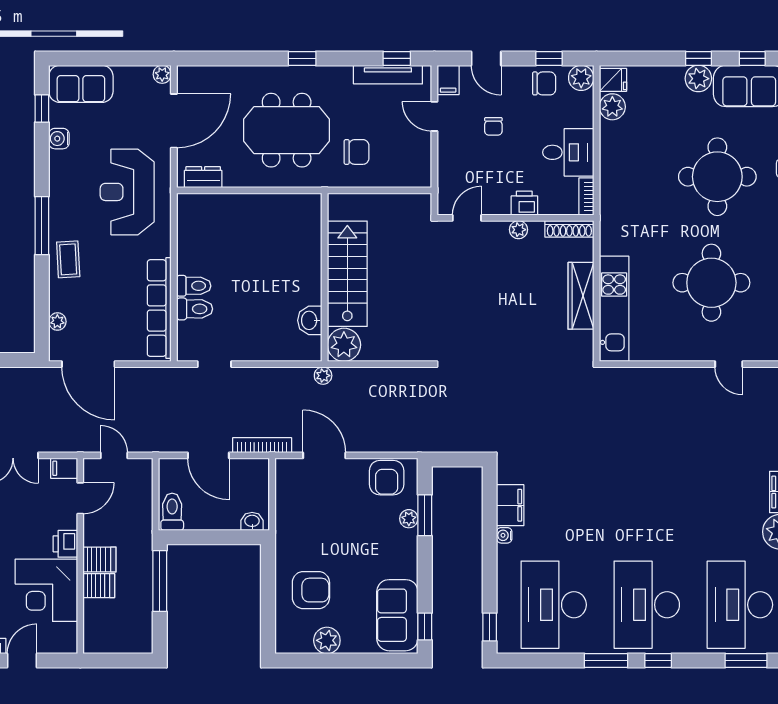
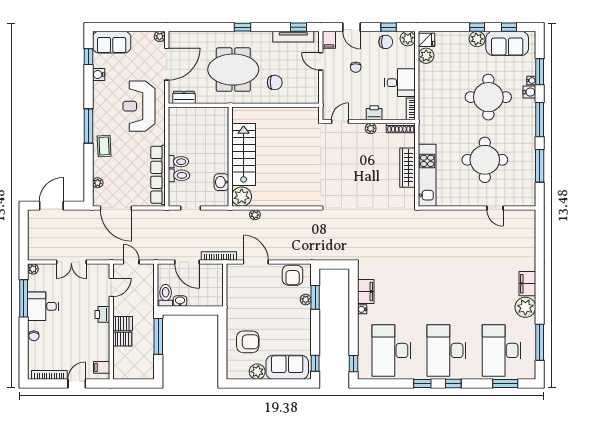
stairs: (347, 274) -> (244, 155), moved
wall: (325, 277) -> (230, 157), moved
washbasin: (310, 320) -> (221, 182), moved
plant: (344, 345) -> (242, 197), moved
filing cabinet: (64, 468) -> (102, 367), moved
washbasin: (252, 521) -> (180, 301), moved
corner desk: (46, 590) -> (91, 342), removed
sofa: (397, 615) -> (287, 367), moved, turned 90
window: (606, 661) -> (422, 384), width x0.67

